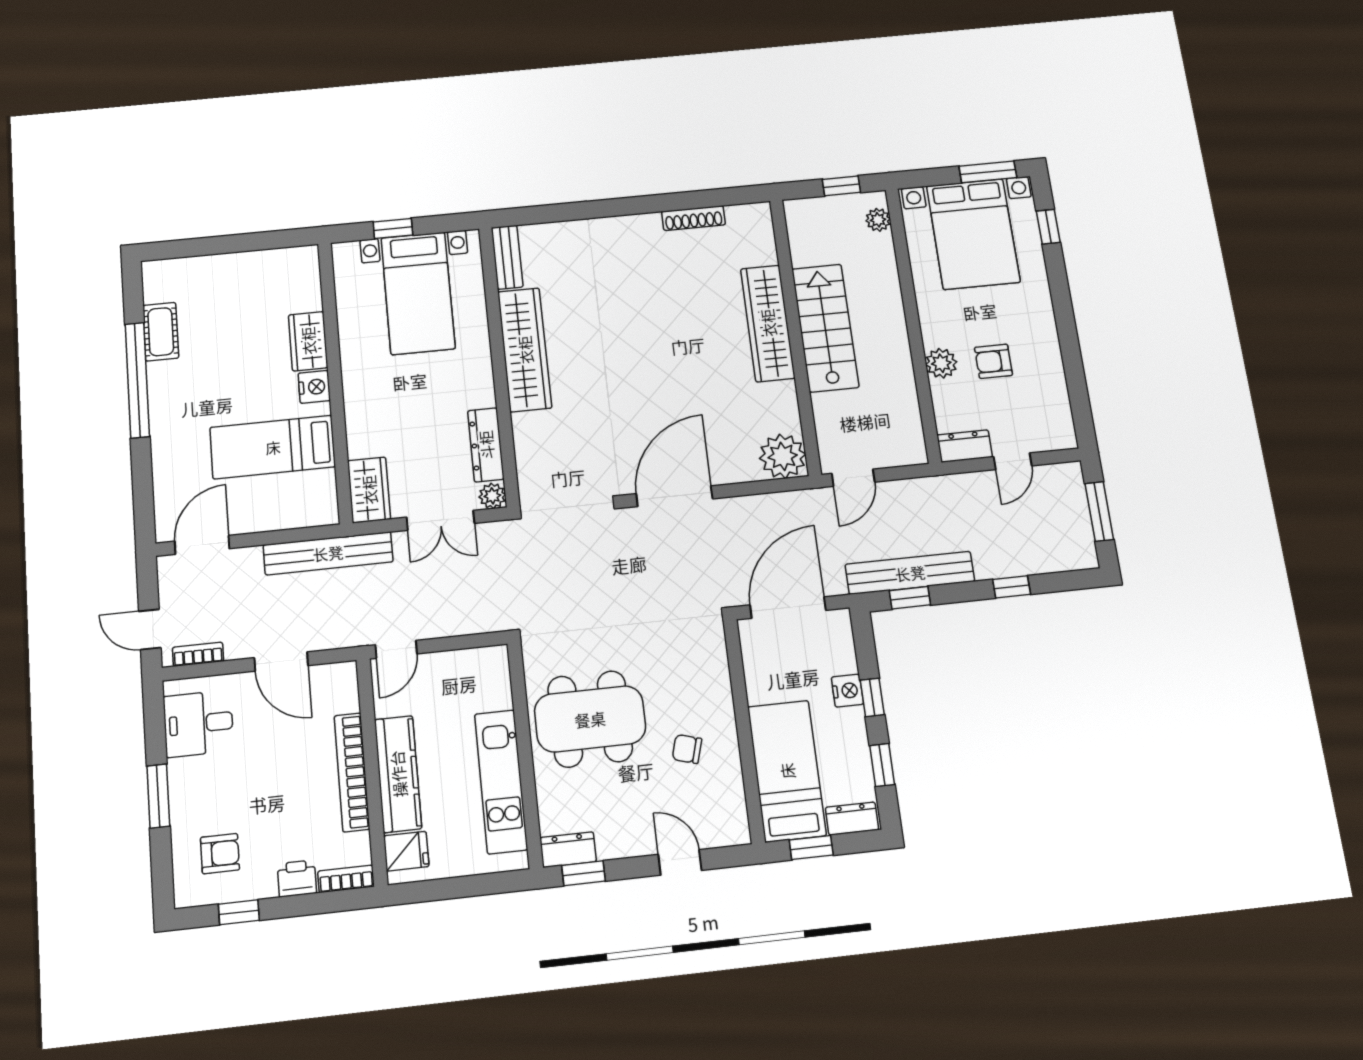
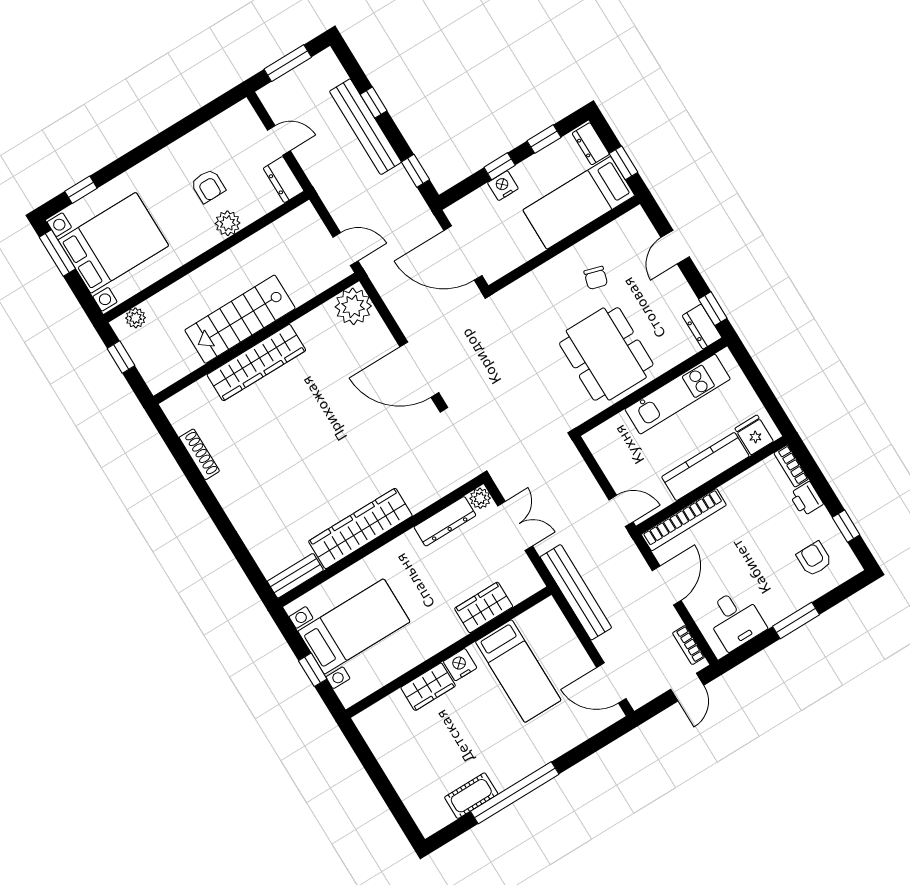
wardrobe: (369, 490) -> (484, 607), moved
bench: (910, 573) -> (365, 127), moved
bookcase: (352, 772) -> (684, 520), moved

